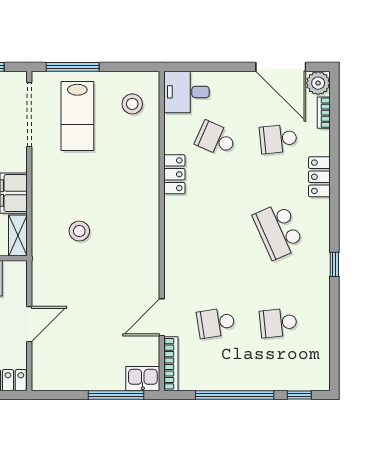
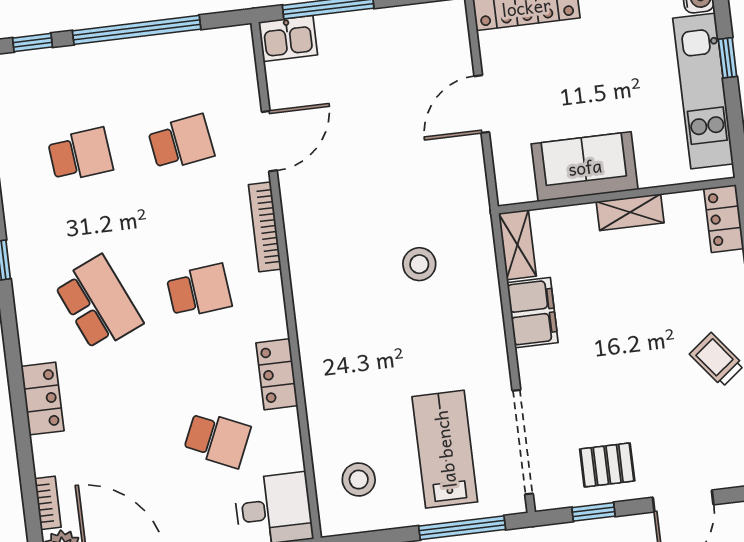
school desk: (278, 139) -> (199, 291), moved
bookcase: (171, 364) -> (265, 227), moved

